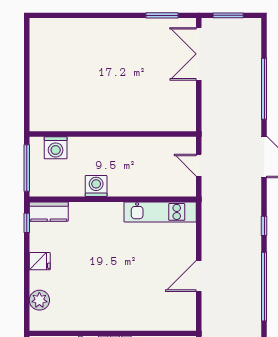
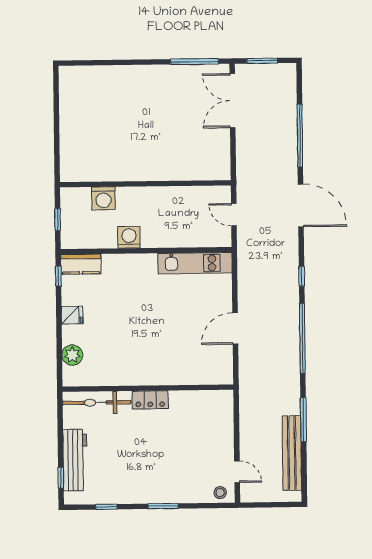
window: (162, 15) -> (194, 62), width x1.44
washing machine: (56, 148) -> (103, 198), moved
window: (27, 168) -> (58, 220), width x0.46

